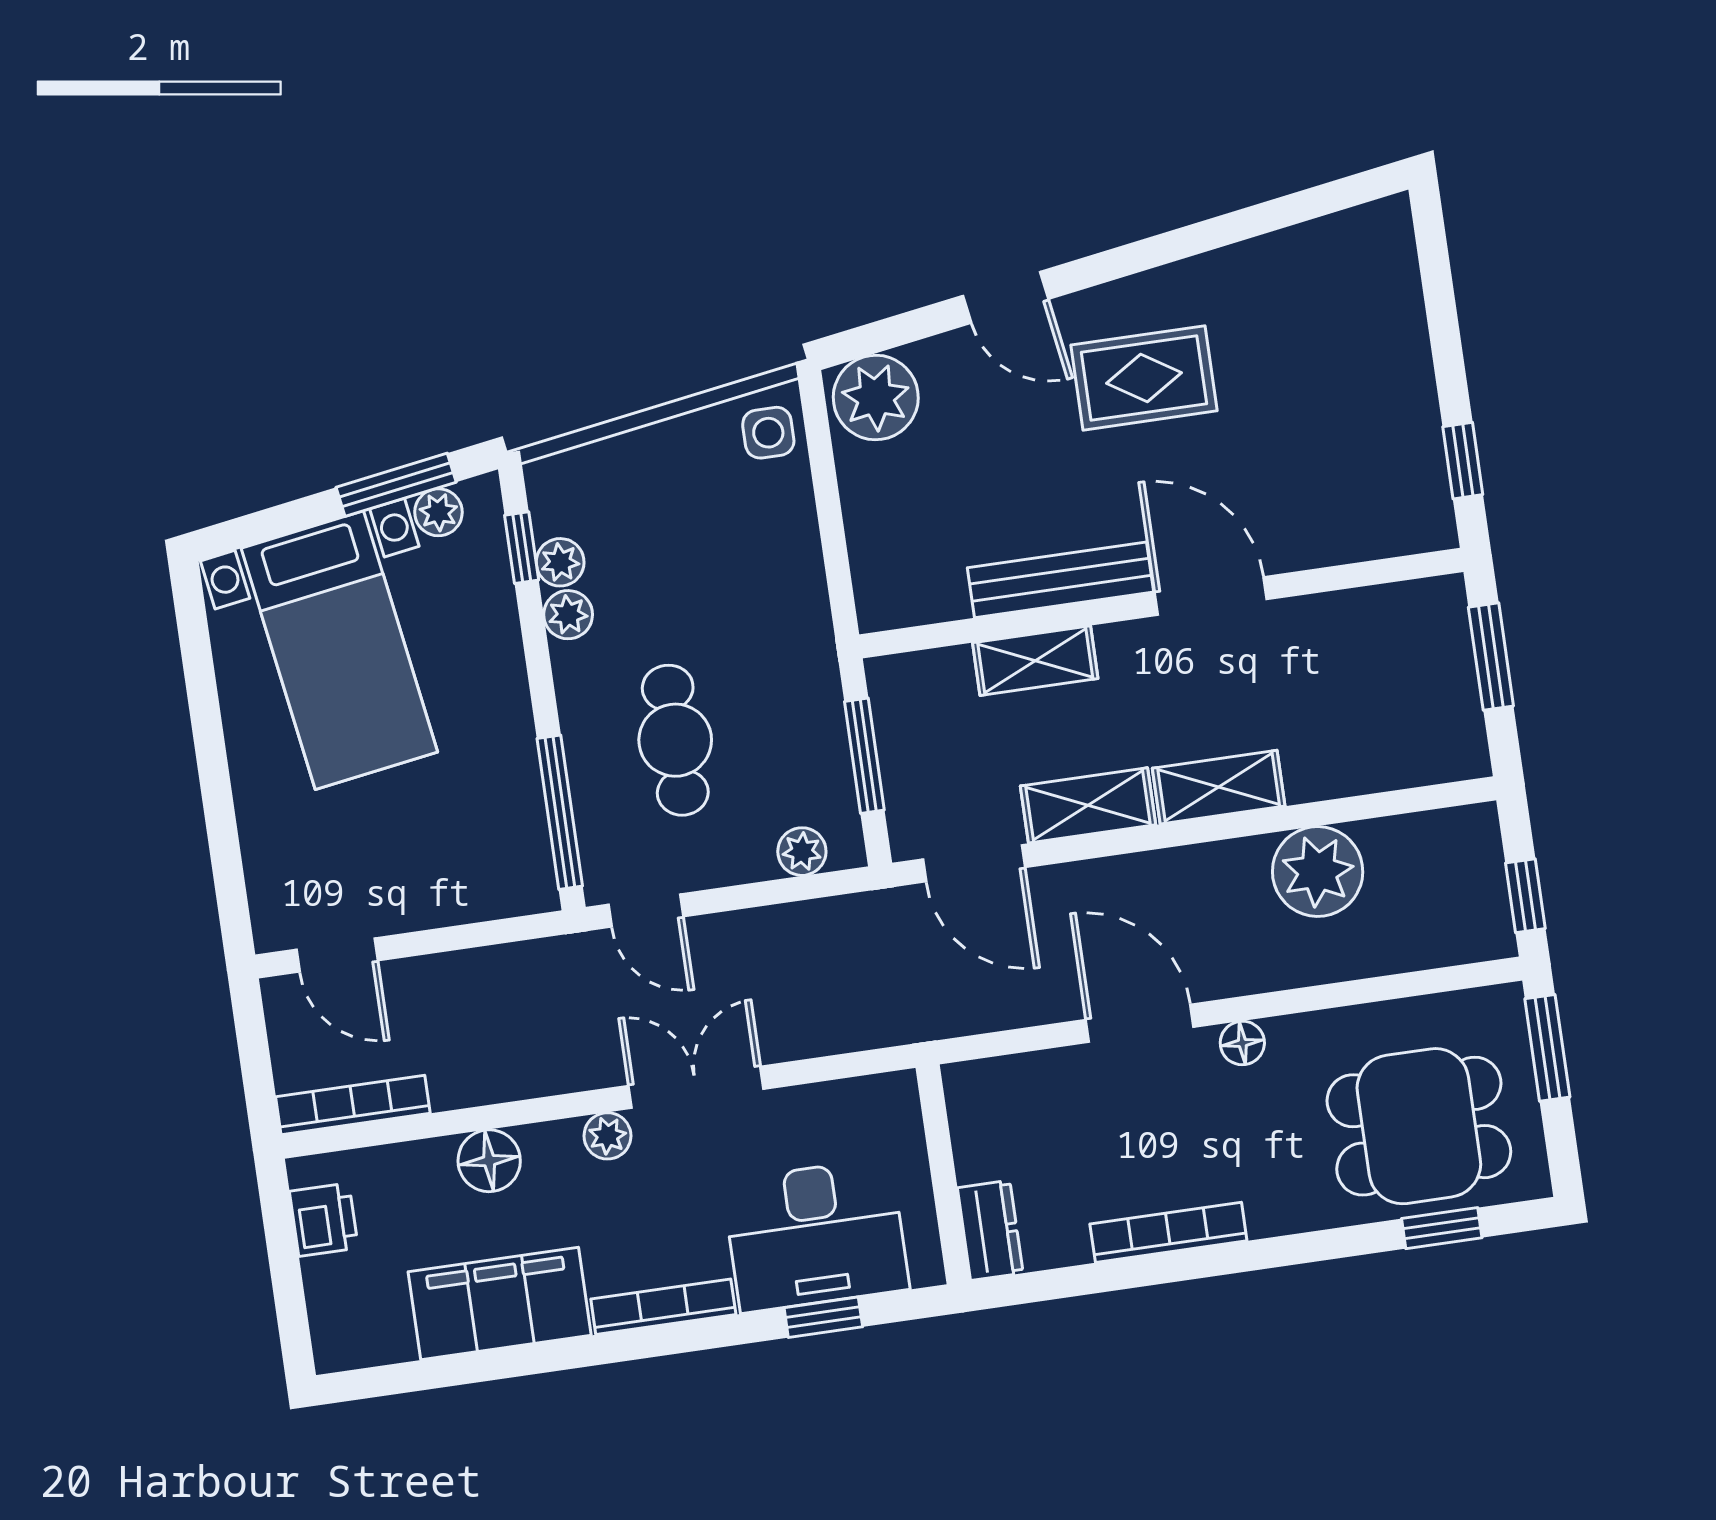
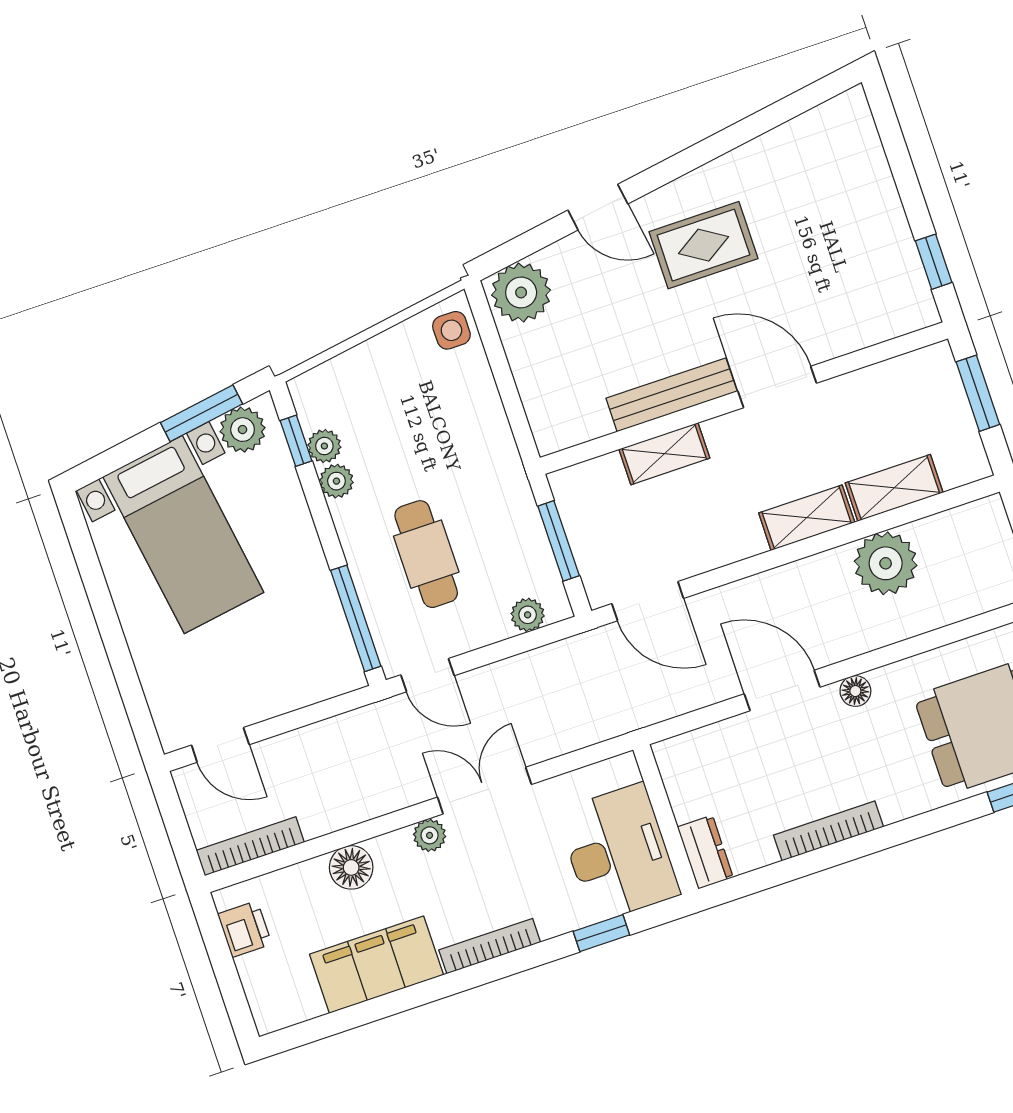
plant: (438, 512) -> (243, 430), width x1.38, depth x1.38
shelving: (1088, 805) -> (894, 488), moved
desk: (816, 1235) -> (618, 853), moved, turned -90

